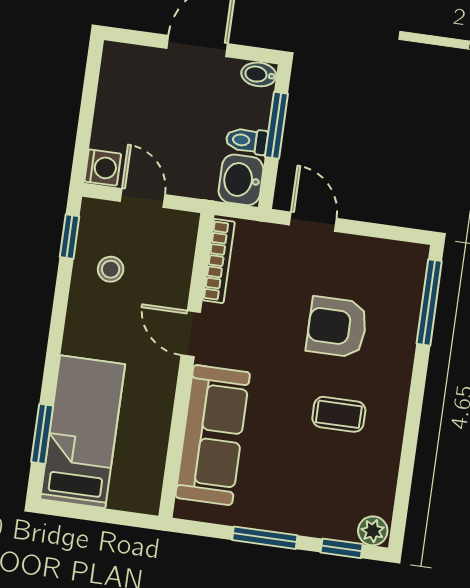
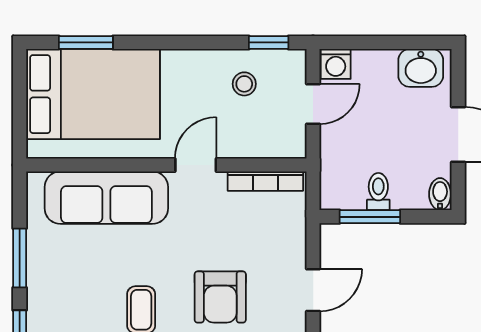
window: (276, 125) -> (370, 217), moved
washbasin: (241, 180) -> (421, 68), moved, turned 180
door: (313, 222) -> (313, 290), moved
armchair: (337, 327) -> (220, 297), turned 180
bed: (83, 432) -> (93, 94), width x1.50

